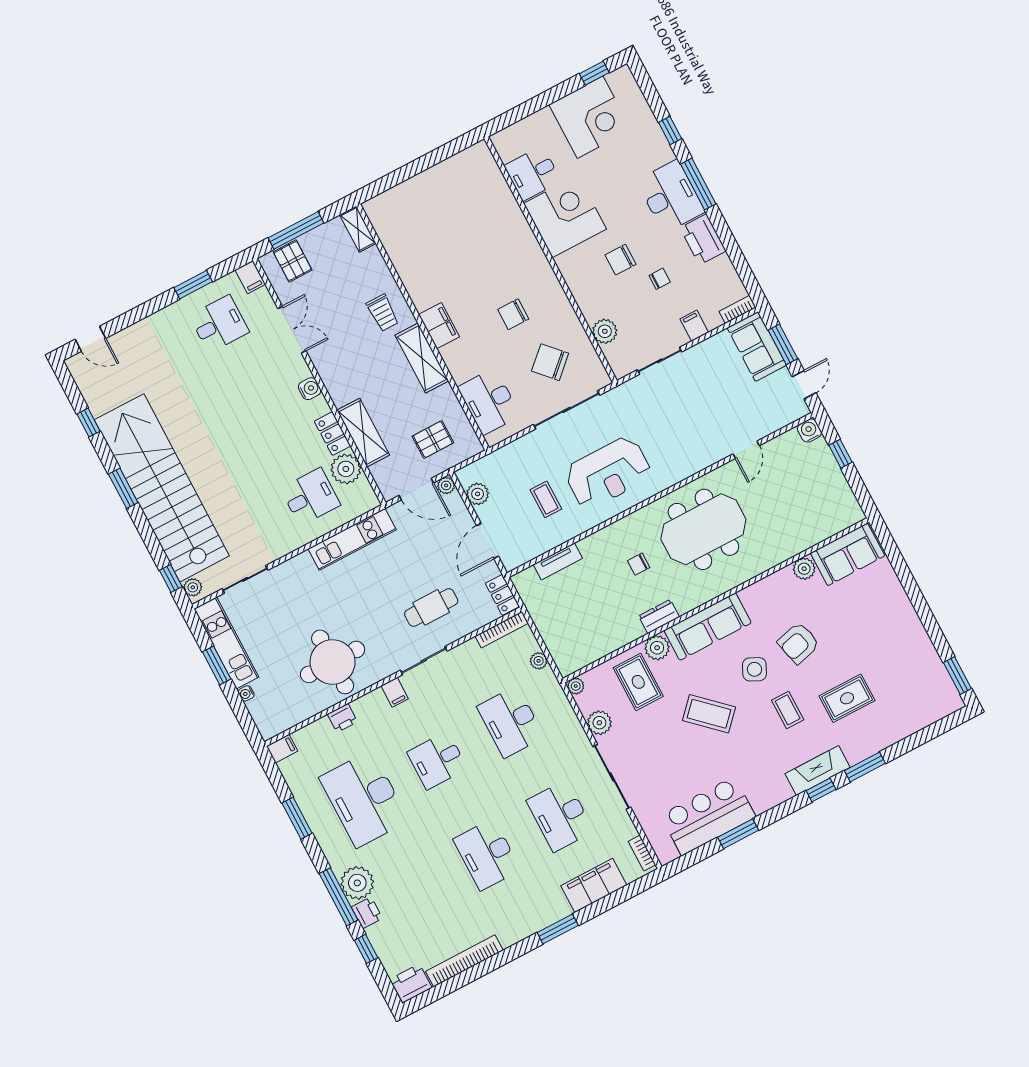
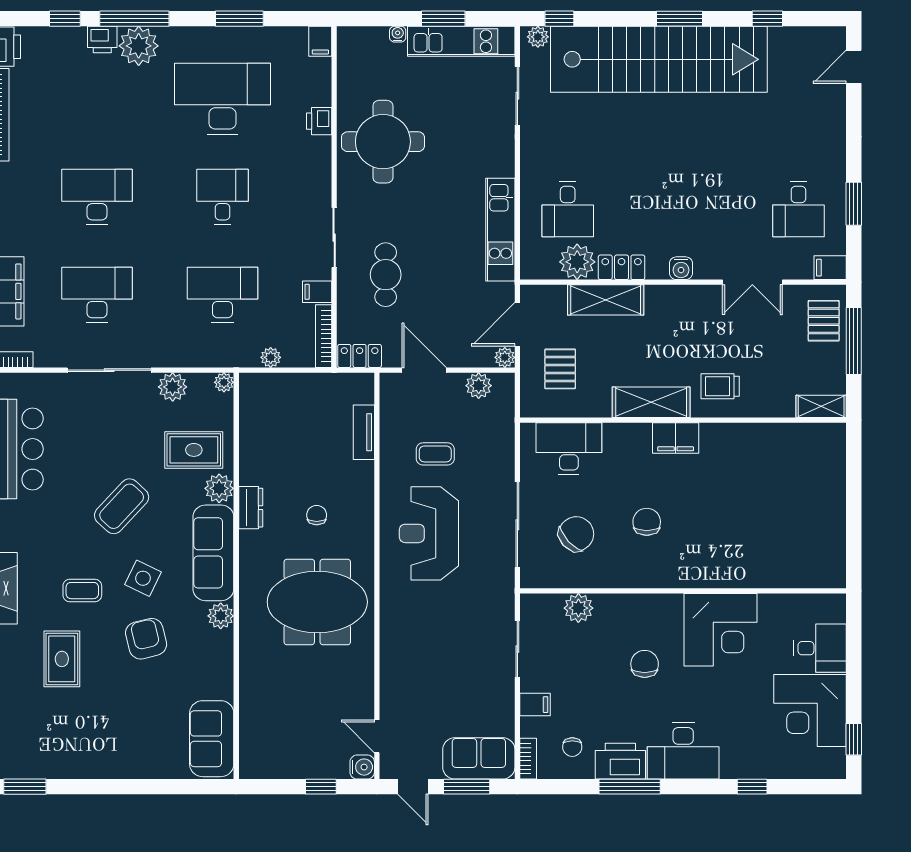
desk: (533, 173) -> (820, 648), moved, turned 90
window: (698, 184) -> (630, 787), moved
pallet: (293, 261) -> (824, 321), turned 90
chair: (660, 279) -> (572, 747), moved
door: (746, 450) -> (377, 736), moved
meeting table: (703, 529) -> (317, 602), turned 90
plant: (804, 569) -> (221, 616), moved
filing cabinet: (395, 692) -> (317, 292), moved

